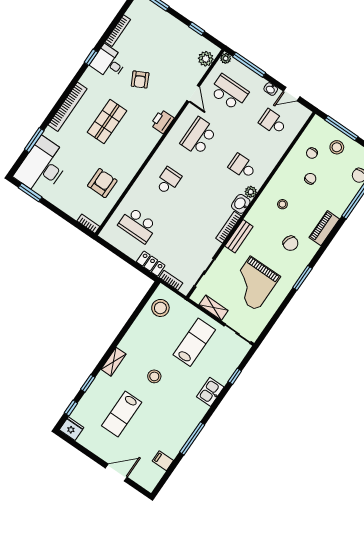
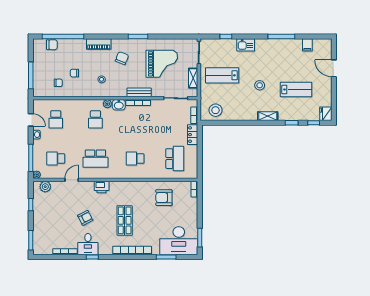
school desk: (229, 92) -> (56, 159), width x0.54
shop shelf: (107, 122) -> (125, 220), turned 90
stool: (337, 147) -> (44, 70), removed

